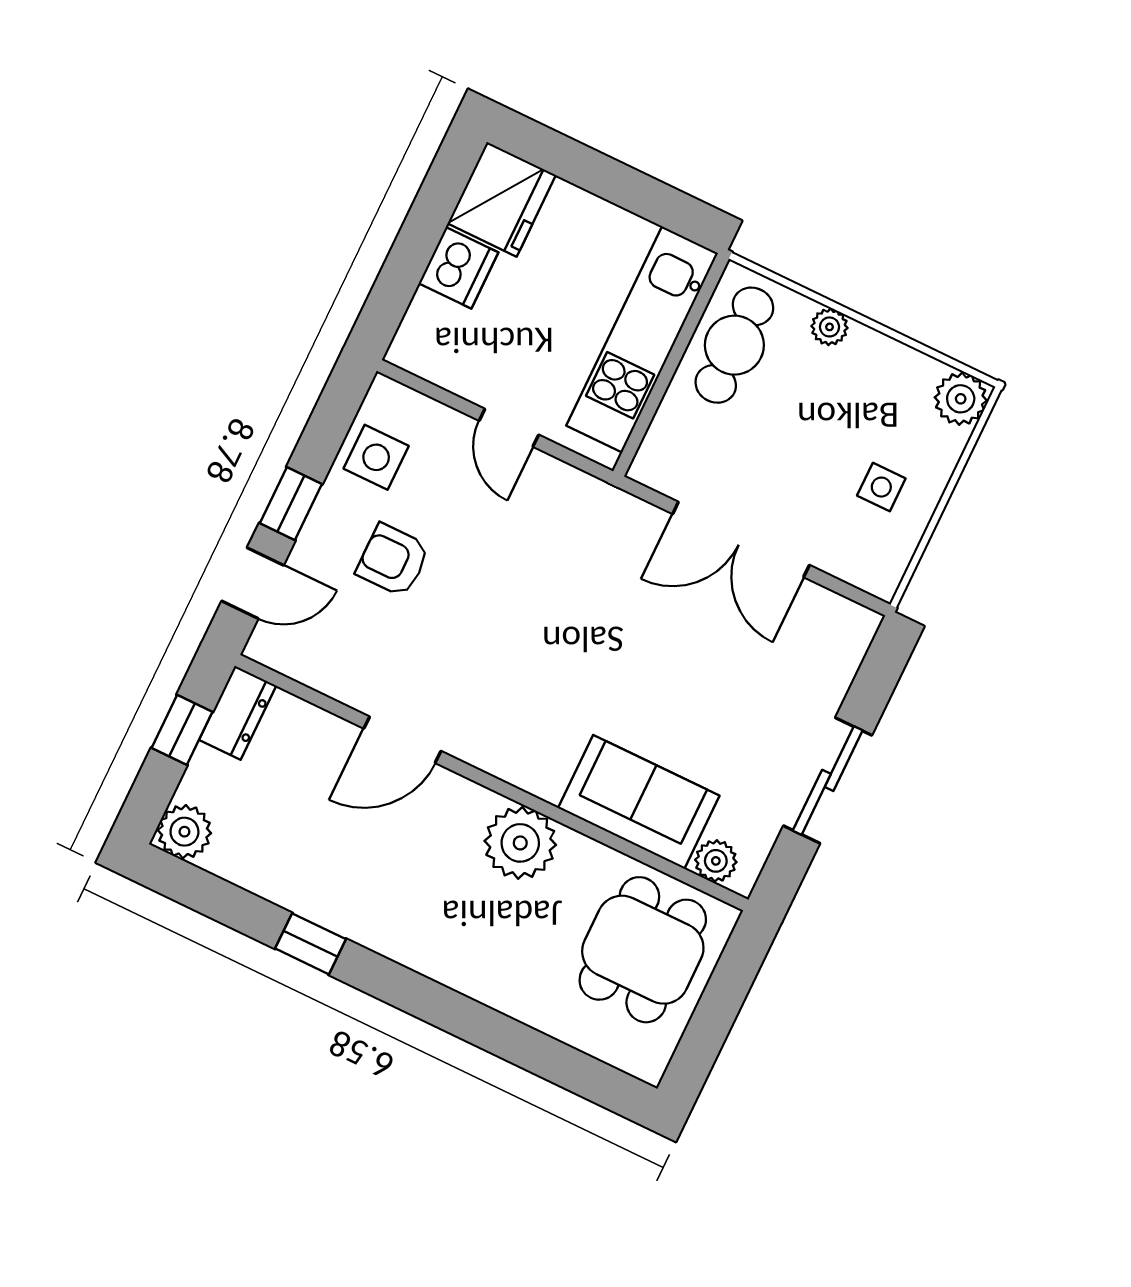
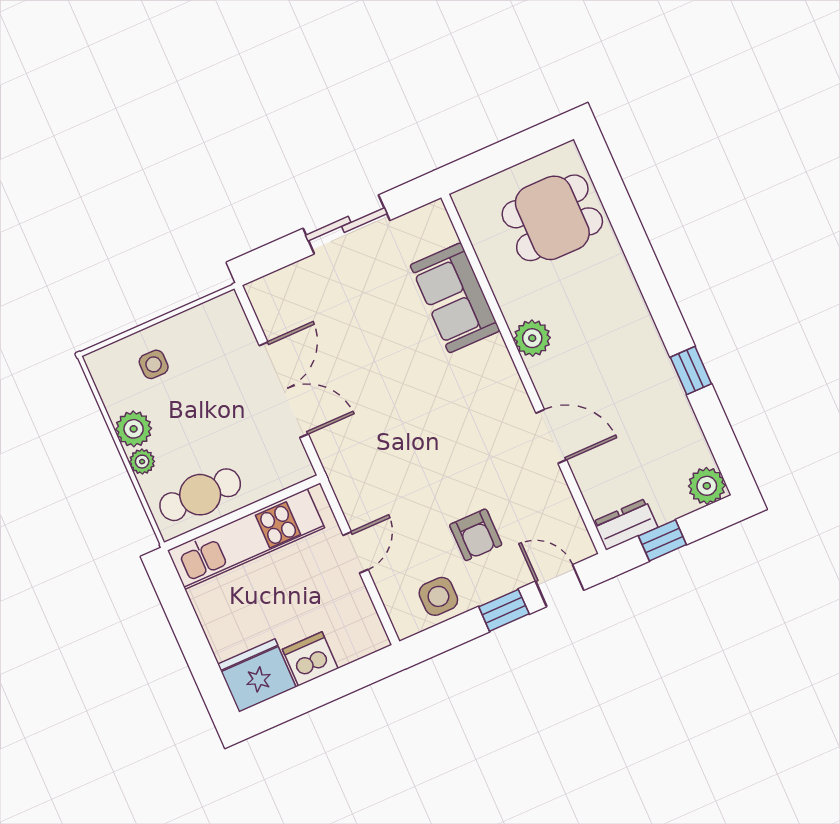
plant: (961, 399) -> (134, 429), moved
side table: (881, 487) -> (154, 364), moved
plant: (520, 843) -> (532, 338), width x0.73, depth x0.73
plant: (716, 861) -> (441, 232), removed
dining table: (643, 950) -> (552, 218), moved

